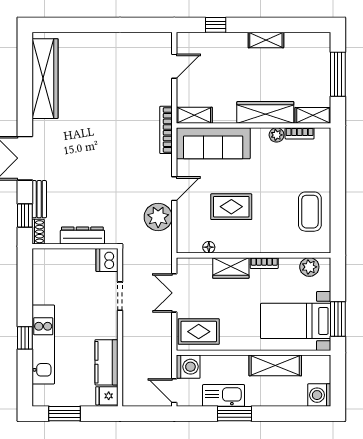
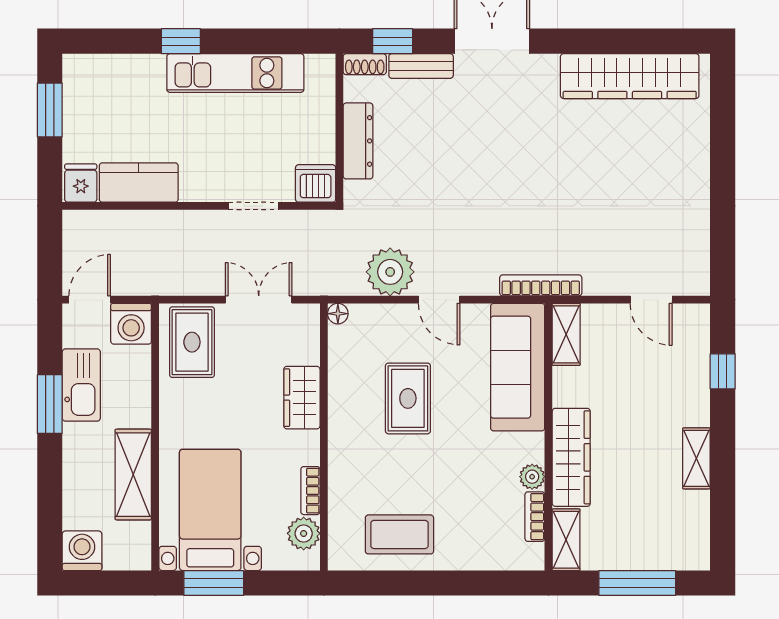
floor lamp: (209, 247) -> (338, 314), moved
bookcase: (264, 263) -> (310, 491), moved
kitchen unit: (43, 344) -> (235, 73), moved

